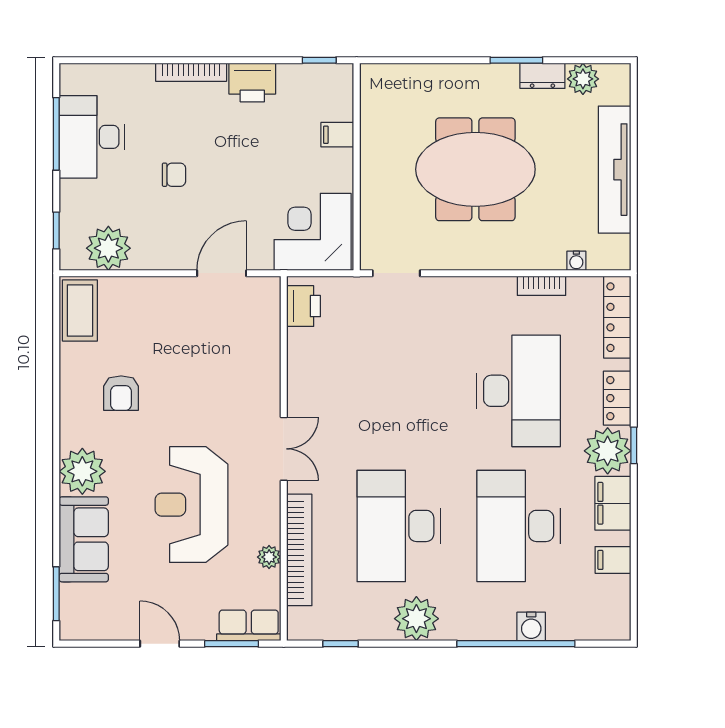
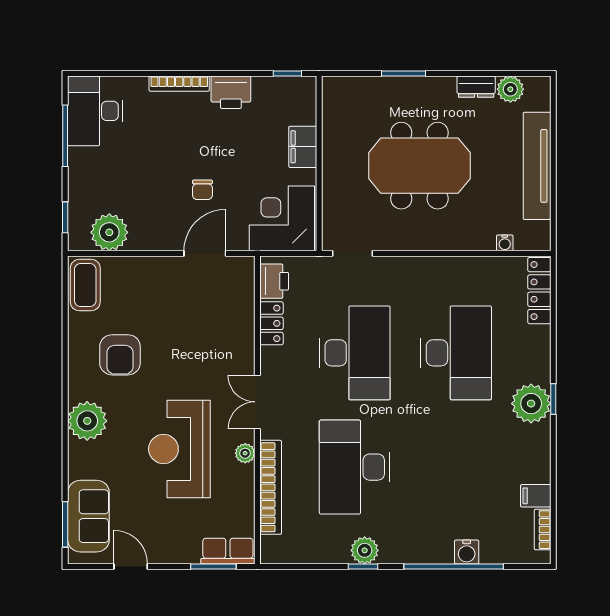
window: (516, 60) -> (404, 74), moved
filing cabinet: (337, 135) -> (303, 147), width x2.00
desk: (92, 137) -> (95, 111), moved
chair: (174, 175) -> (202, 190), moved, turned 90
bookcase: (542, 286) -> (543, 530), moved, turned 90
armchair: (121, 393) -> (120, 355), width x1.38, depth x1.38
locker: (617, 398) -> (271, 323), moved, turned 180
double door: (284, 449) -> (257, 402), swing flipped
filing cabinet: (613, 503) -> (536, 448), removed
desk: (519, 526) -> (355, 353), moved, turned 180
sofa: (84, 539) -> (88, 516), moved
plant: (269, 557) -> (245, 453), moved
plant: (416, 619) -> (365, 550), width x0.73, depth x0.73
door: (160, 644) -> (131, 566), moved
window: (340, 644) -> (363, 566), moved

